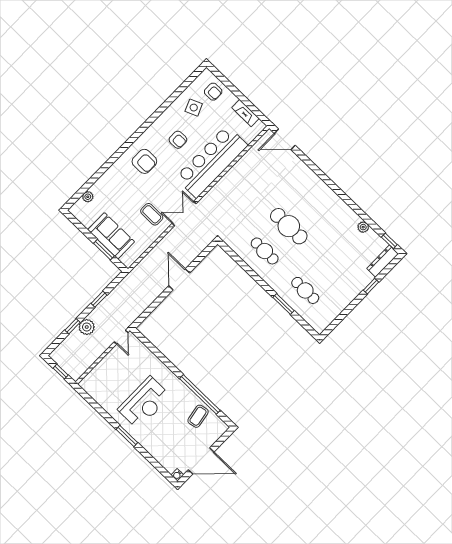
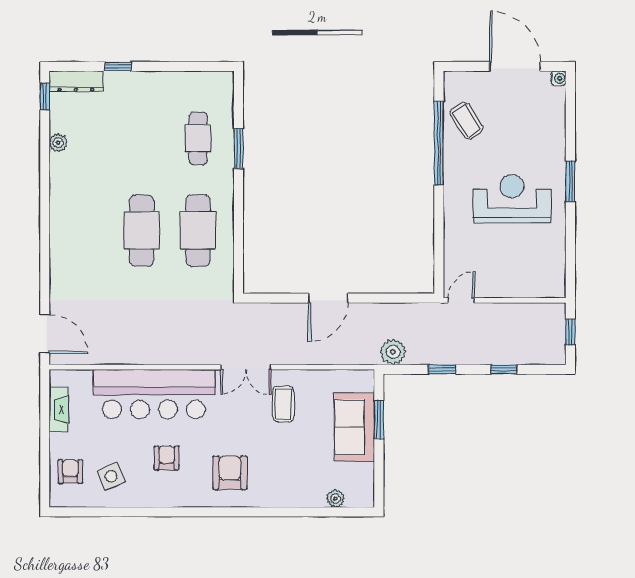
cafe table: (265, 251) -> (198, 231), width x1.37, depth x1.35
plant: (87, 327) -> (393, 352), moved
coffee table: (198, 416) -> (466, 121), turned 68

